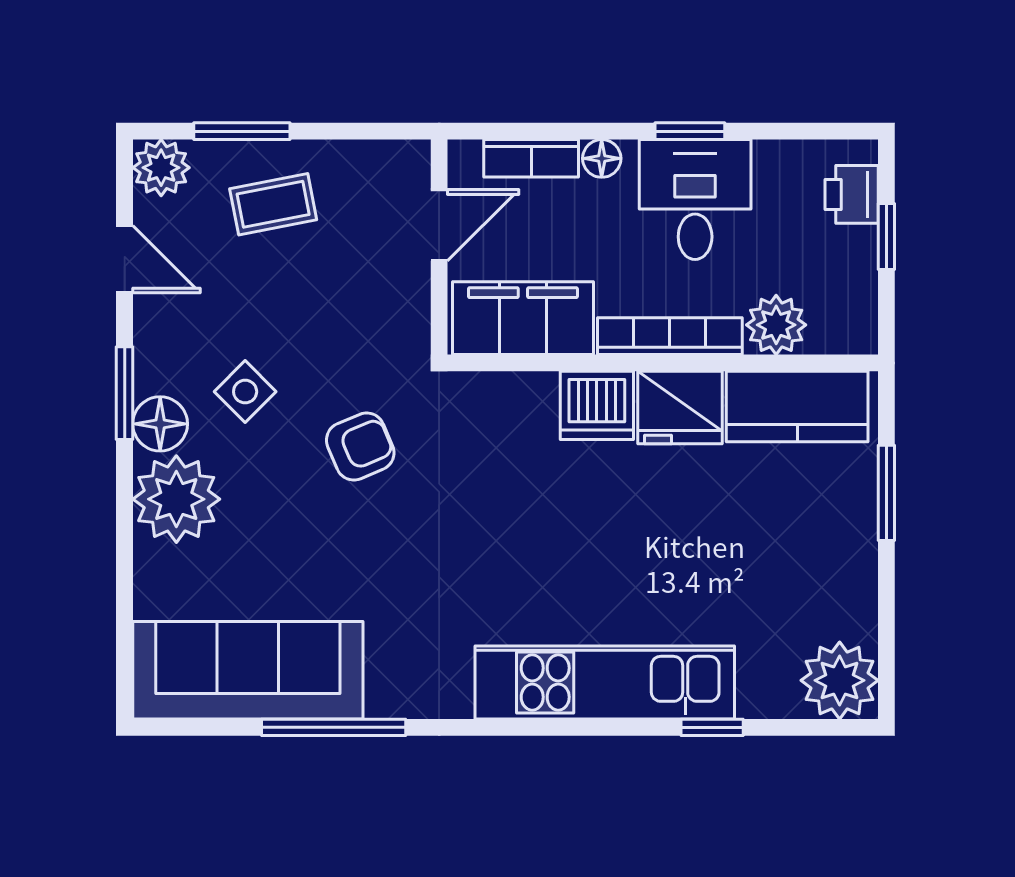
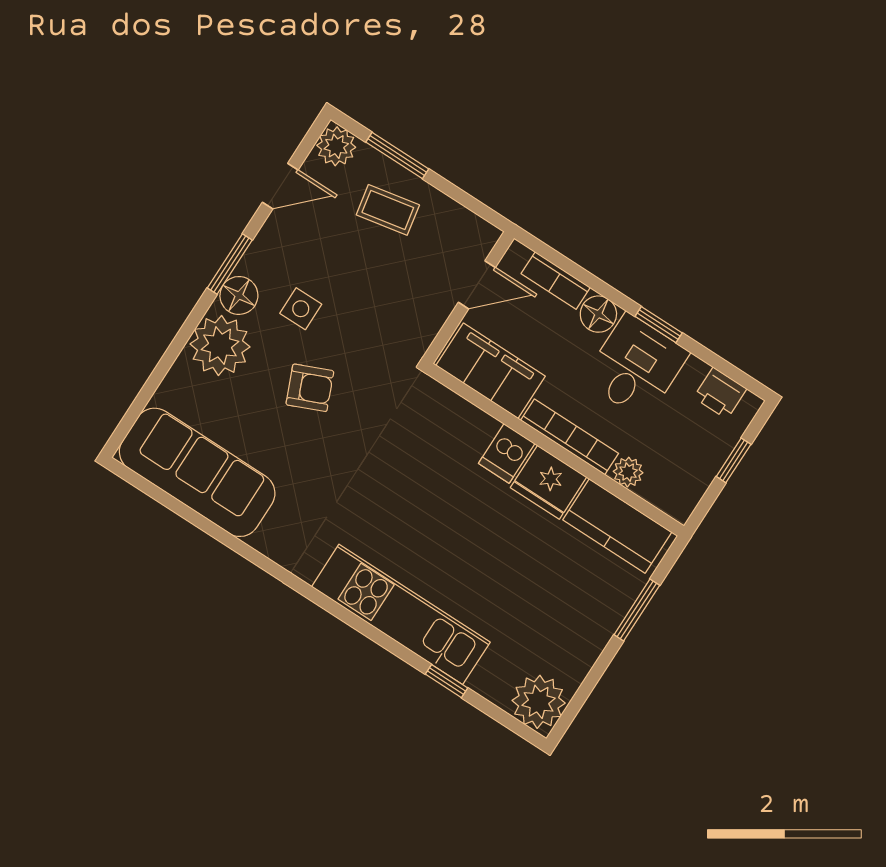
floor lamp: (602, 158) -> (598, 314), width x1.37, depth x1.37
printer: (852, 194) -> (720, 393), moved, turned -90
door: (125, 259) -> (280, 186), hinge flipped
plant: (776, 325) -> (628, 472), width x0.73, depth x0.73
side table: (245, 392) -> (301, 309), turned 45
dishwasher: (597, 405) -> (507, 453), width x0.73
armchair: (360, 447) -> (310, 388), moved
window: (334, 727) -> (226, 538), removed

